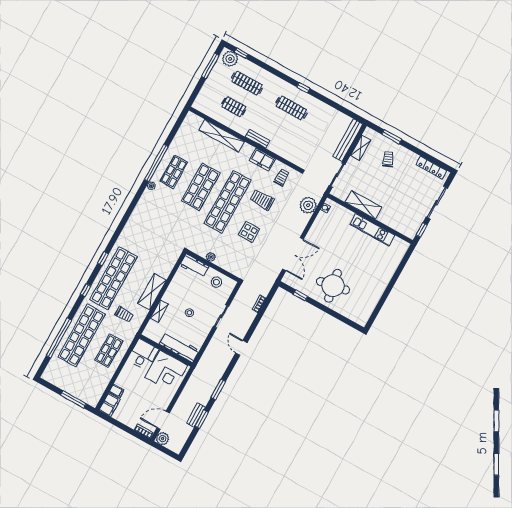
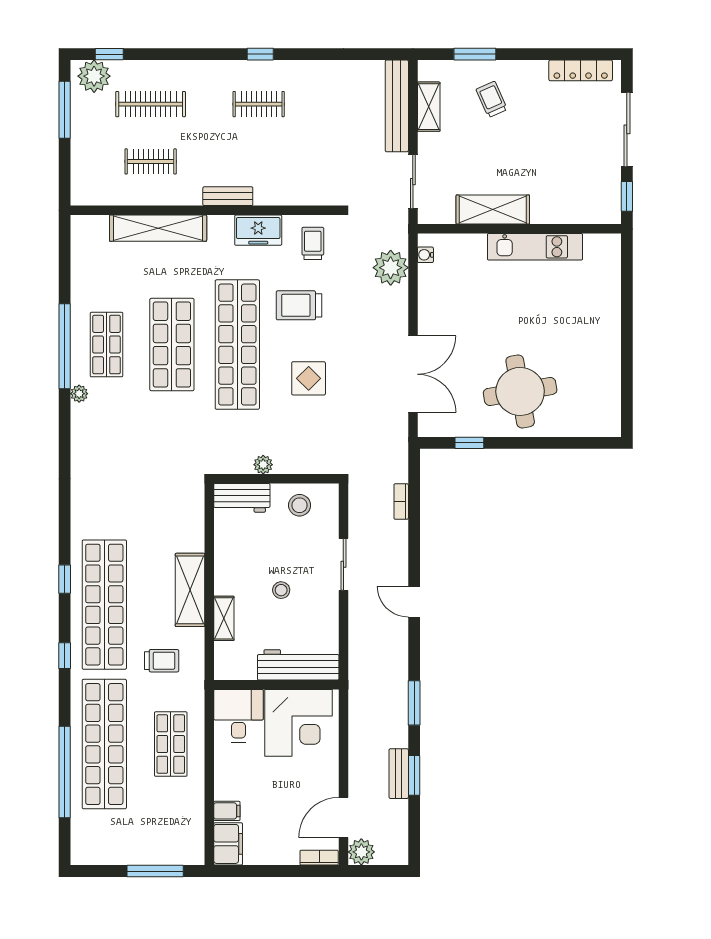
clothes rail: (291, 108) -> (259, 104), width x0.73

